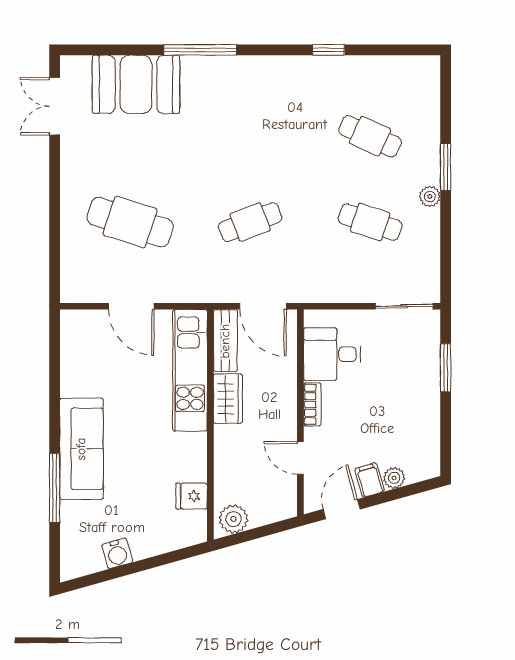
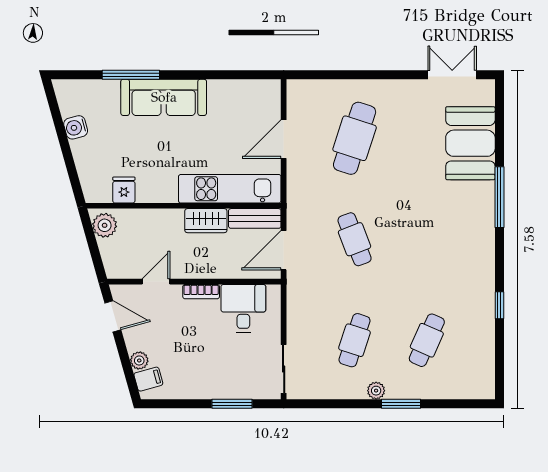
filing cabinet: (370, 480) -> (148, 379), moved

